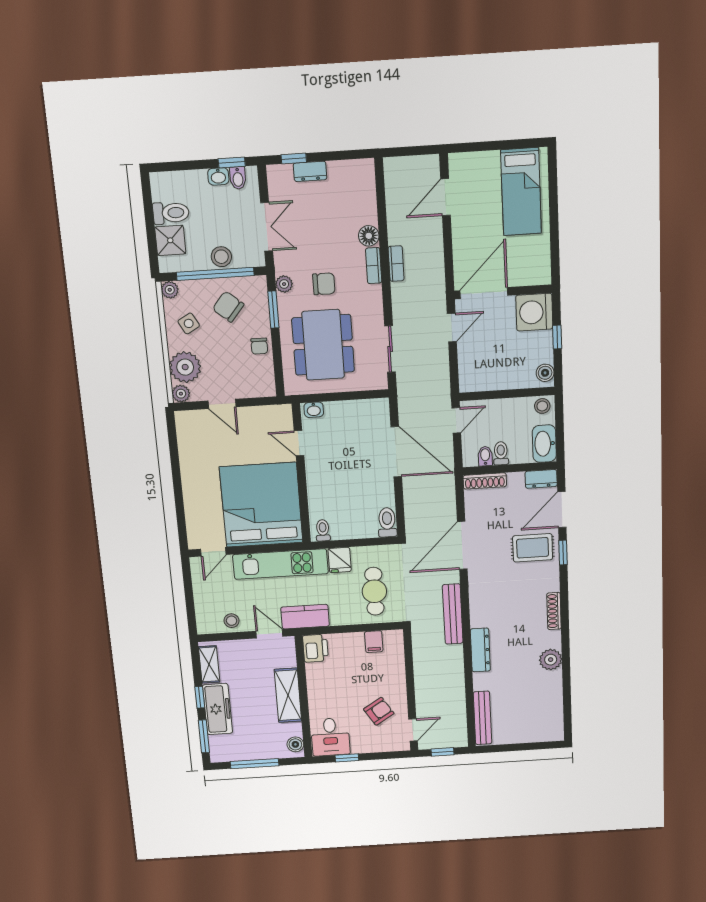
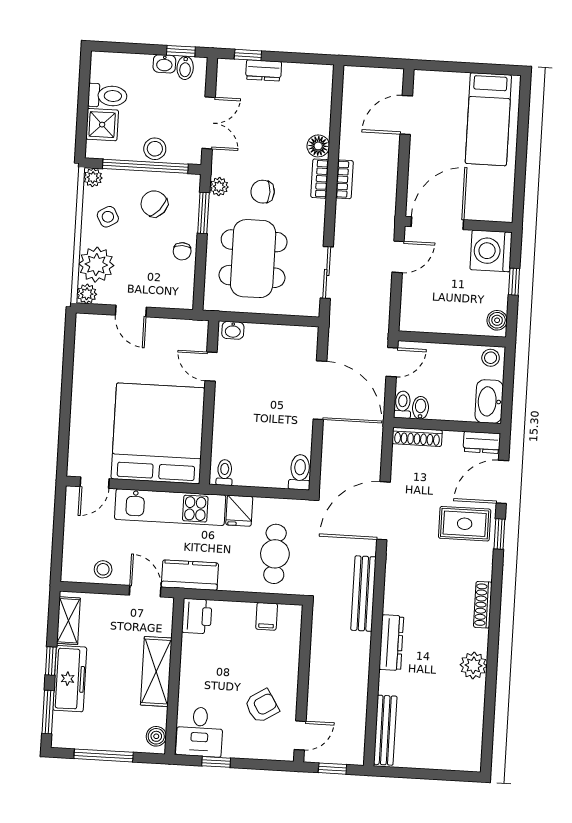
chair: (324, 284) -> (263, 192), turned 180
toilet: (501, 453) -> (403, 405), moved

